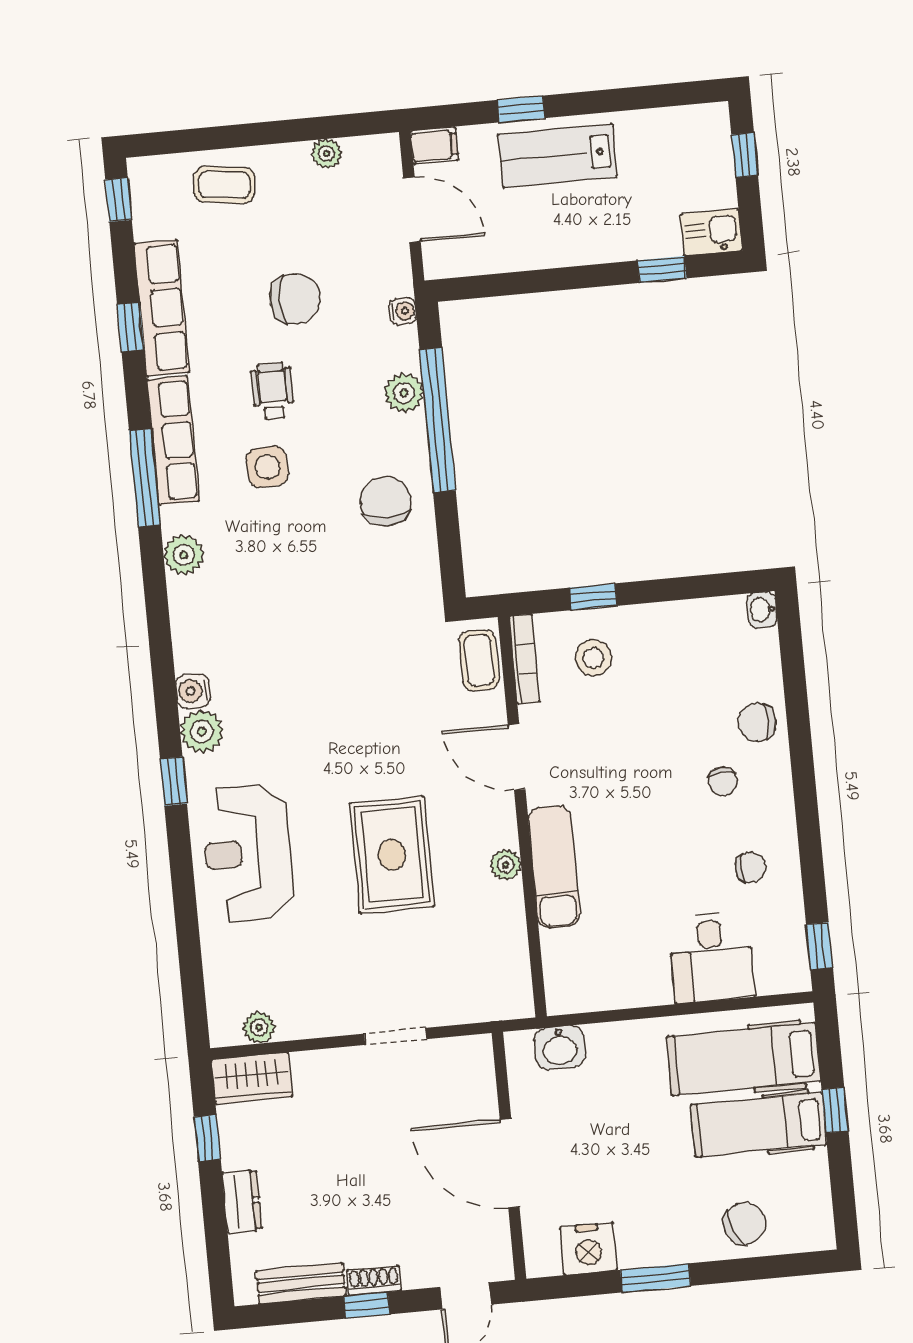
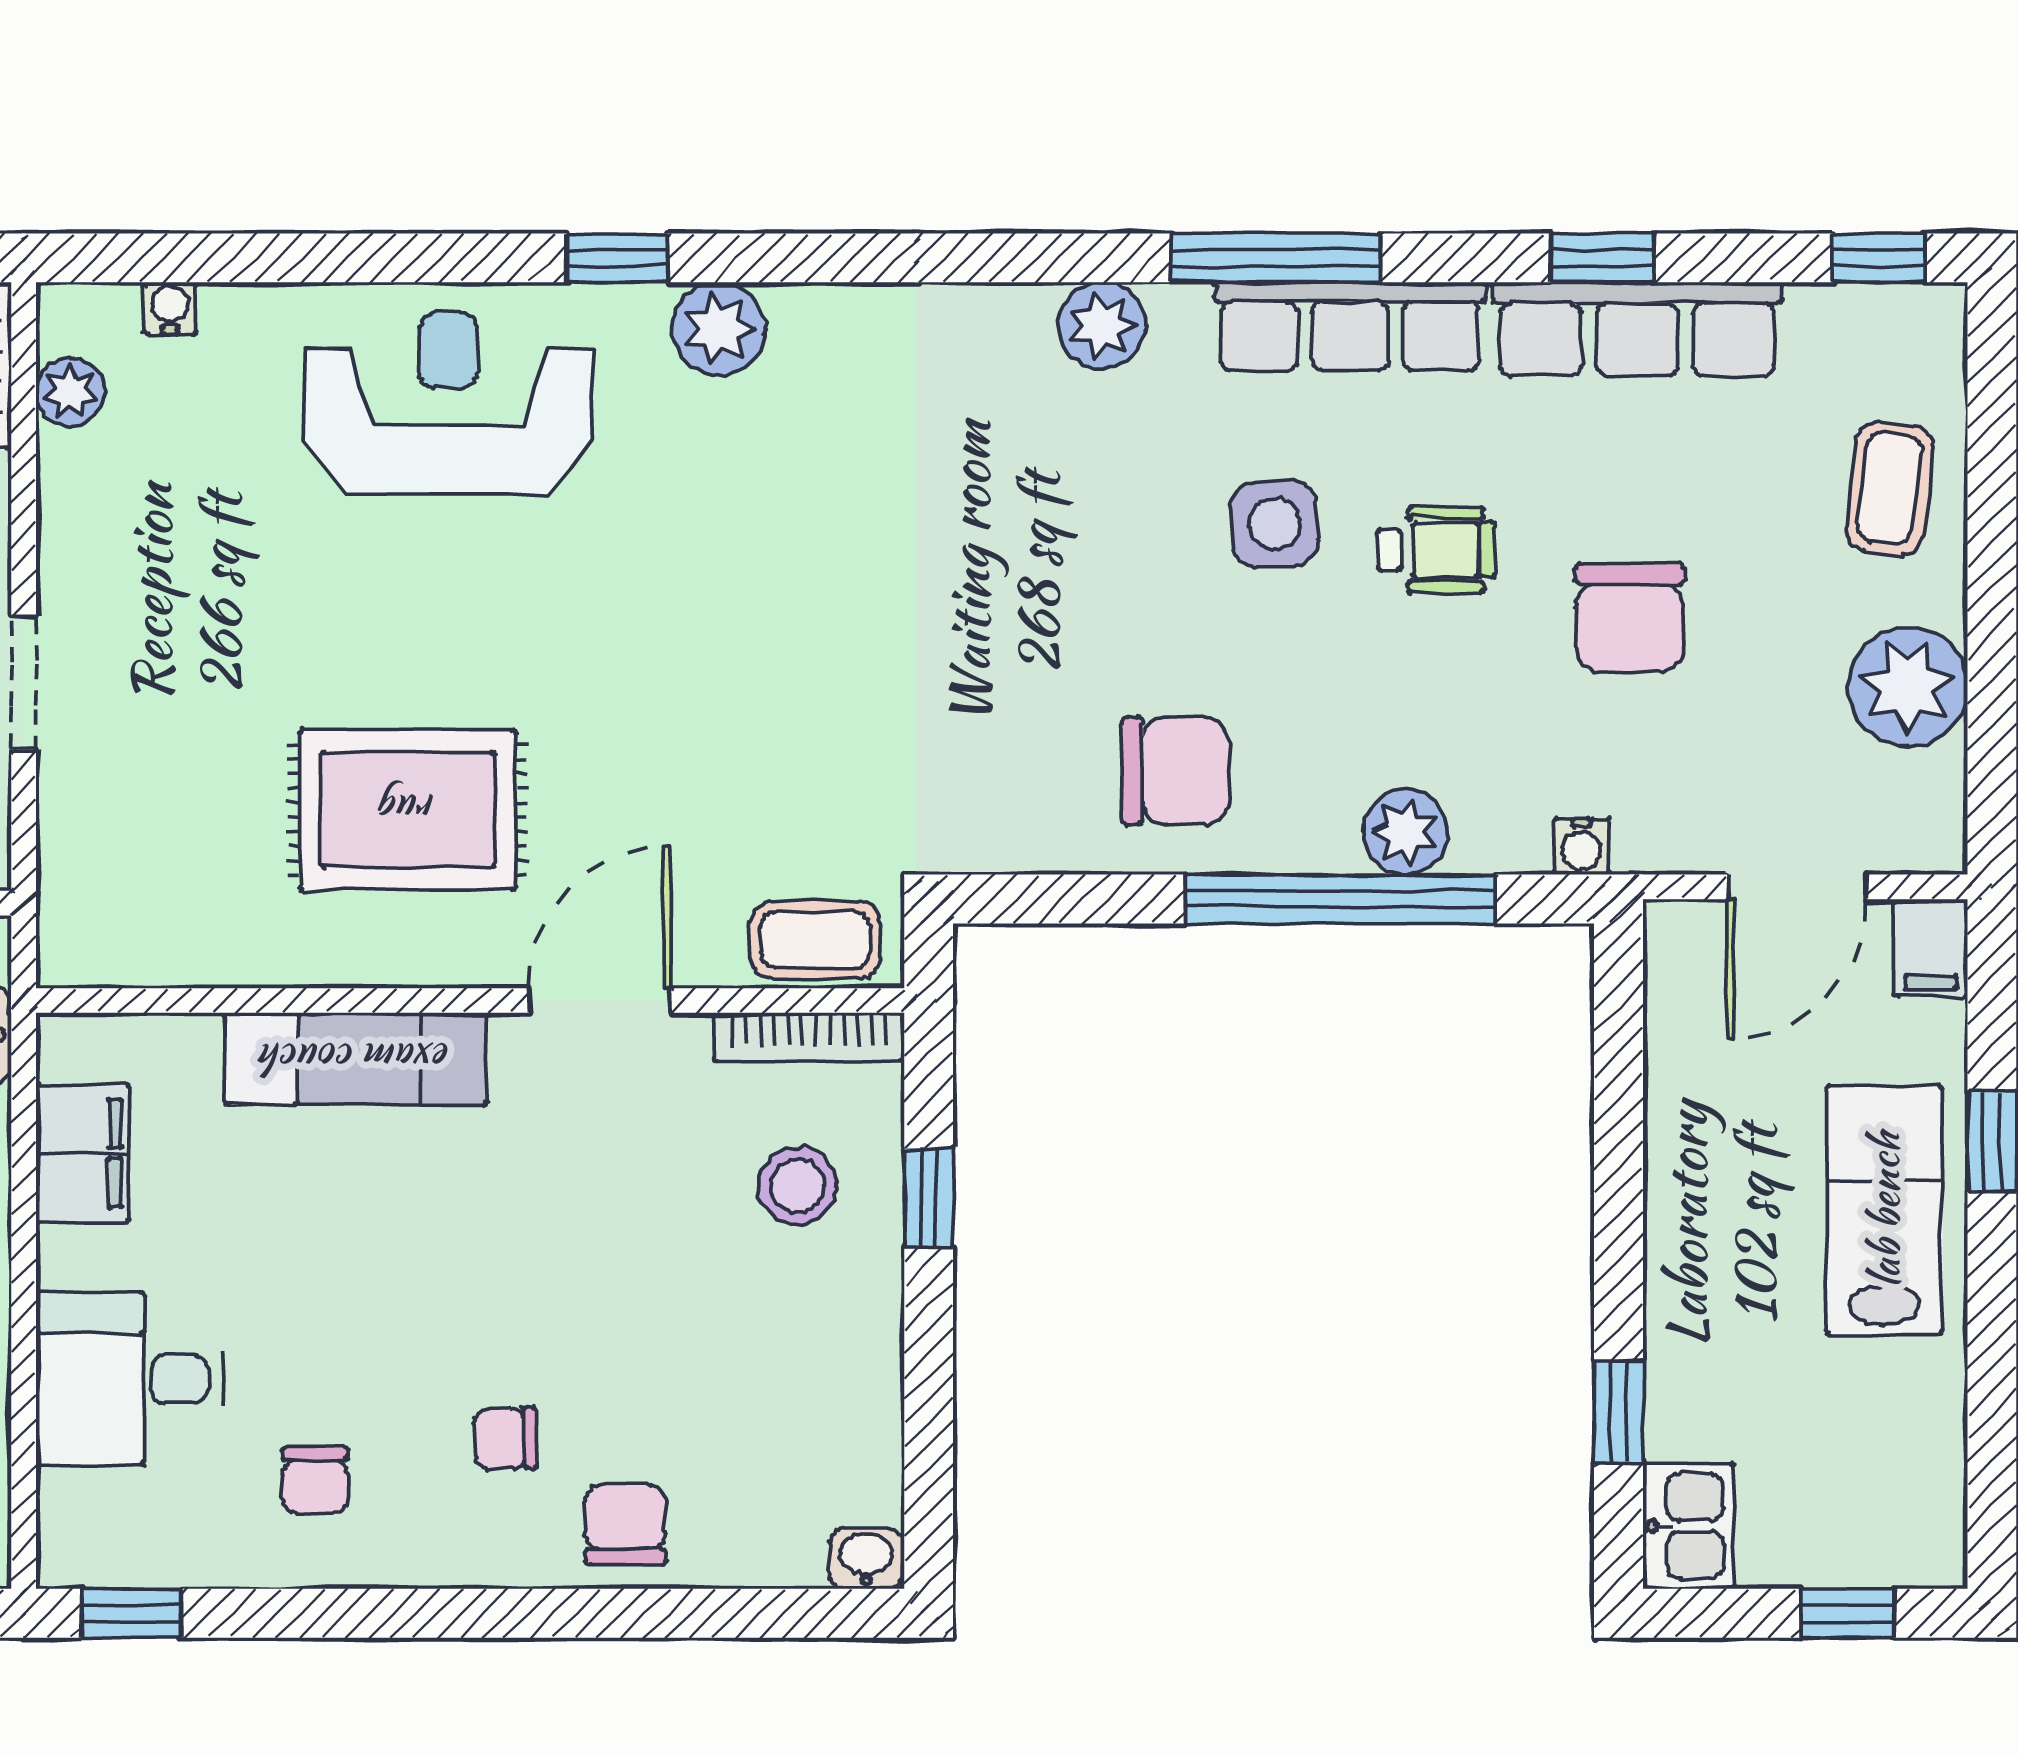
plant: (327, 154) -> (1908, 687), width x1.87, depth x1.87
water cooler: (193, 691) -> (170, 308), moved, width x0.72, depth x0.72
rug: (392, 855) -> (408, 810), moved
plant: (506, 865) -> (370, 955), removed
filing cabinet: (609, 989) -> (82, 1153), added

